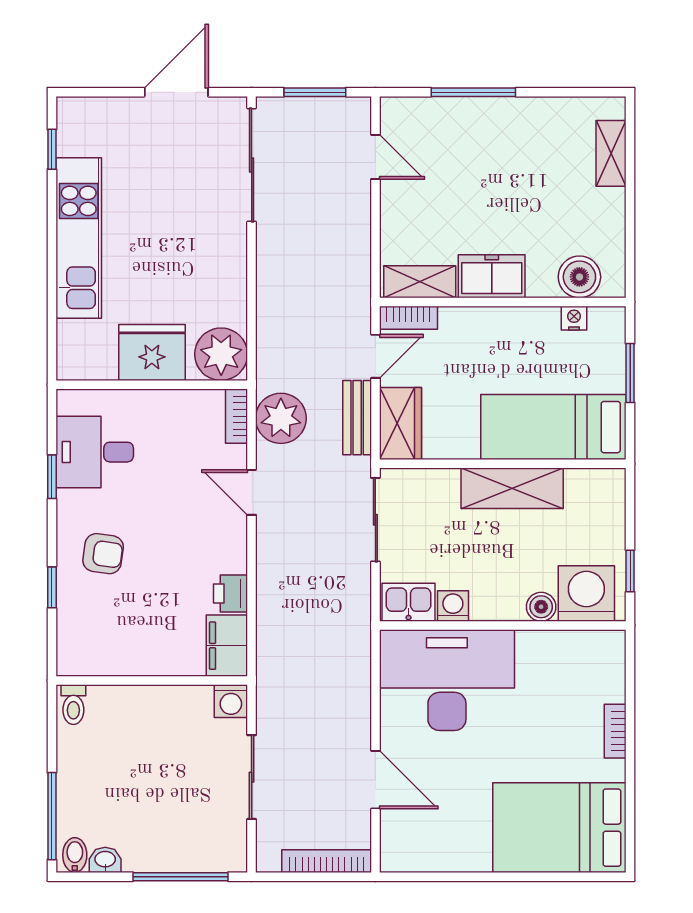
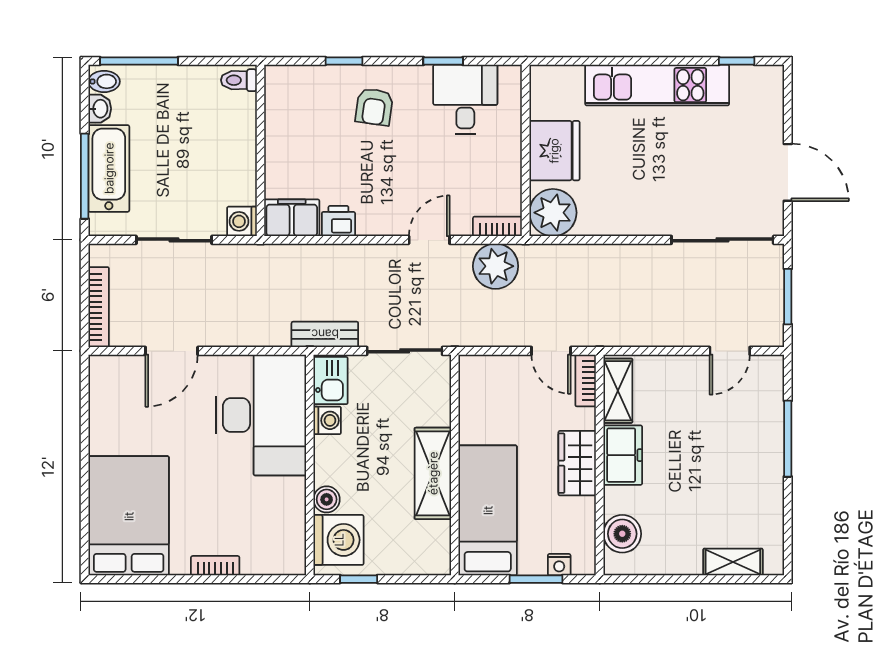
nightstand: (574, 318) -> (559, 565), moved, turned 90
bench: (357, 418) -> (325, 334), moved
wardrobe: (400, 424) -> (577, 463), moved, turned 90
bathtub: (172, 850) -> (109, 168), added

